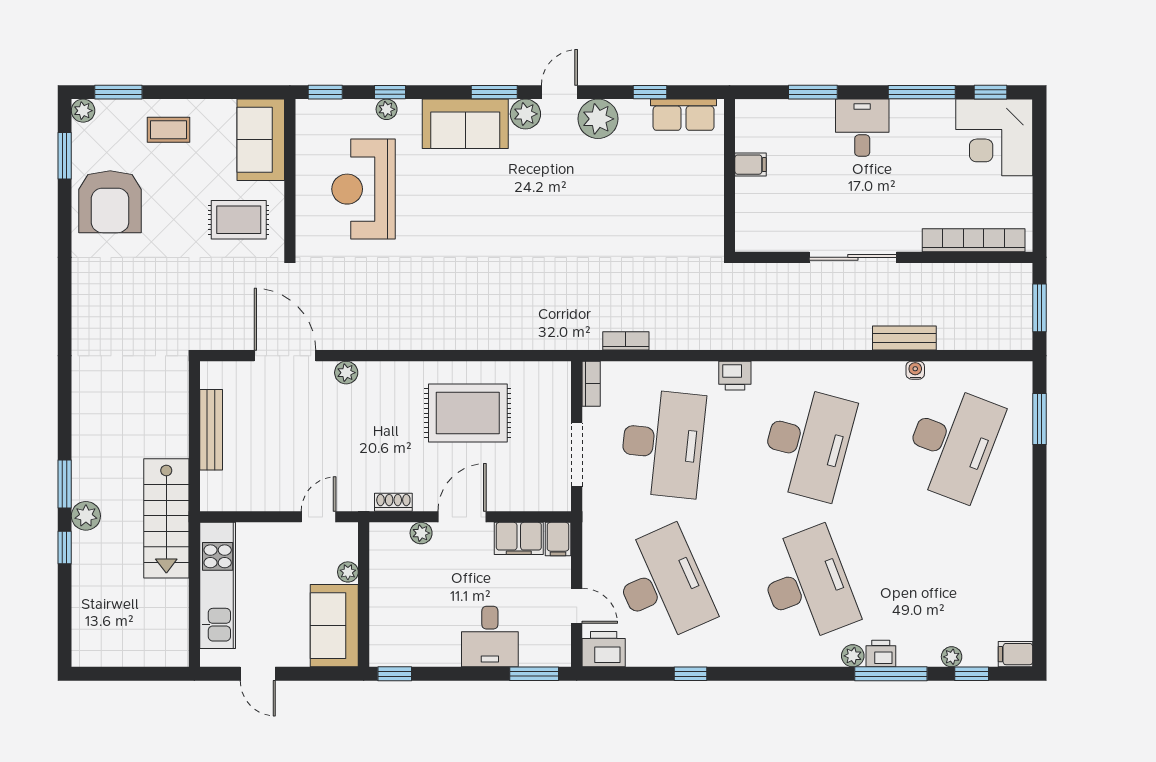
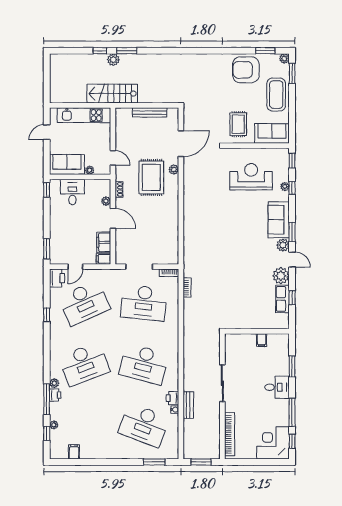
row of seats: (684, 115) -> (283, 299), moved
coffee table: (168, 130) -> (276, 95), width x1.86, depth x1.72
printer: (735, 376) -> (172, 398), moved
rug: (468, 413) -> (151, 177), moved
desk: (490, 637) -> (72, 192), moved, turned 90
filing cabinet: (1015, 654) -> (74, 452), moved

